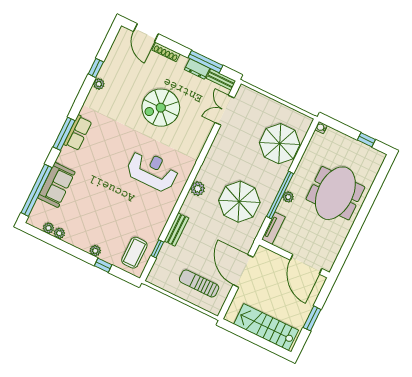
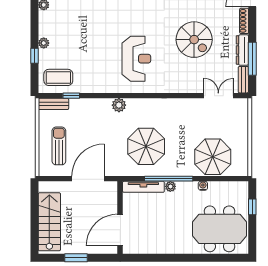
dresser: (197, 69) -> (242, 50), width x1.44
spiral stairs: (161, 108) -> (194, 40), turned 180
water cooler: (321, 128) -> (203, 186), moved
window: (366, 140) -> (252, 207), moved
plant: (198, 189) -> (119, 105), moved
meeting table: (335, 193) -> (219, 229), moved
tv unit: (273, 228) -> (143, 187), width x1.41
bench: (176, 229) -> (53, 104), moved

